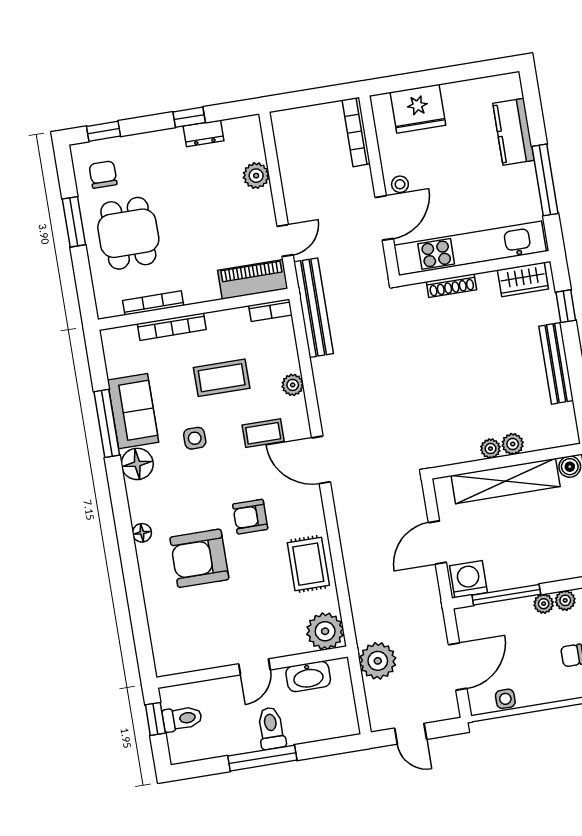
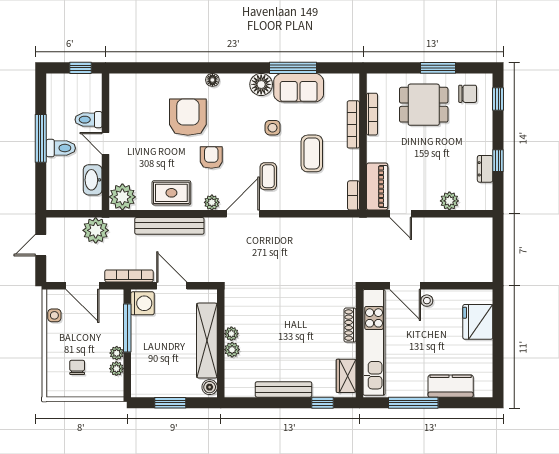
bookcase: (356, 132) -> (129, 276), moved
bench: (314, 308) -> (169, 226), moved
plant: (293, 385) -> (212, 202), moved
toilet: (182, 719) -> (89, 120), moved, turned 90

